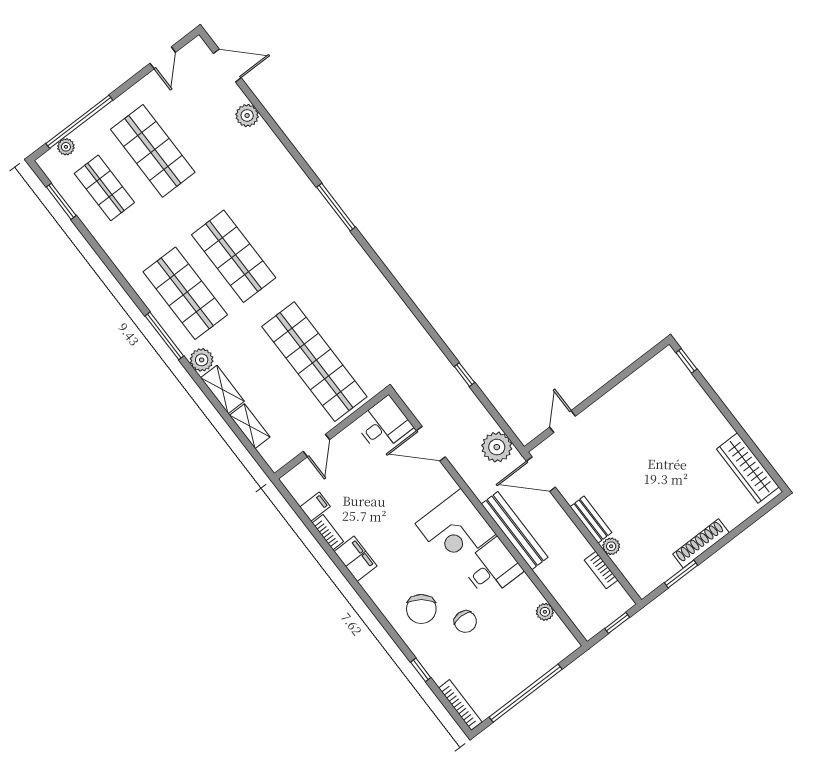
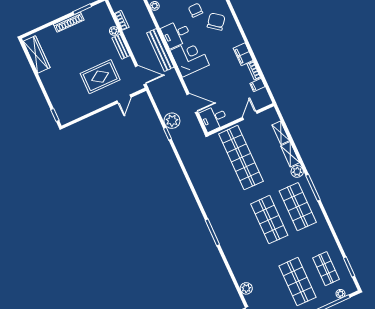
plant: (497, 447) -> (172, 121), moved
rug: (617, 454) -> (100, 77), added

